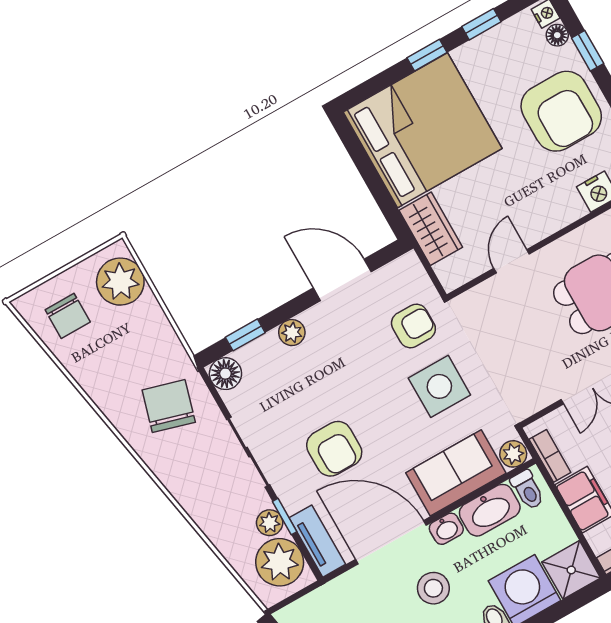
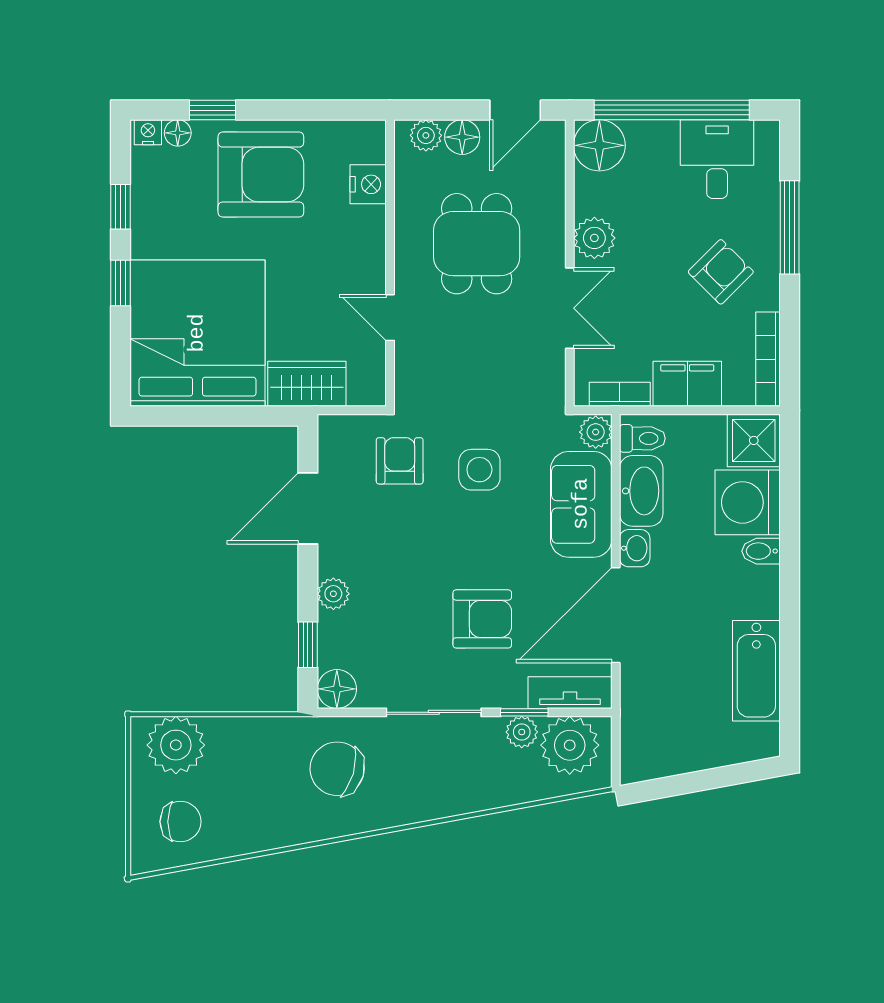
side table: (439, 386) -> (479, 470), width x0.73, depth x0.73
stool: (433, 588) -> (690, 598), removed

